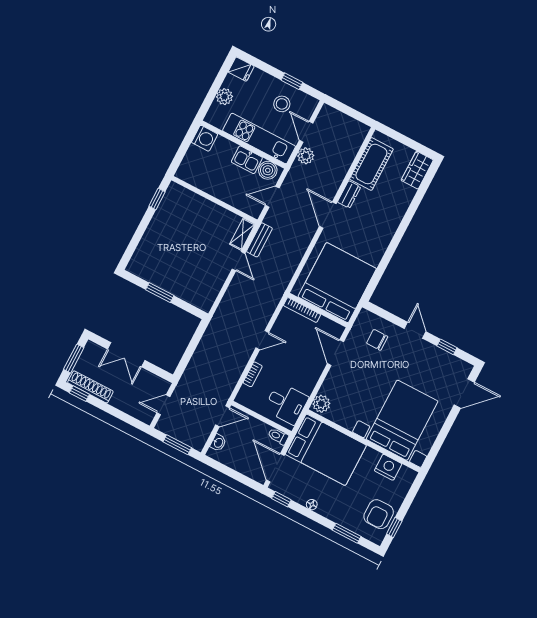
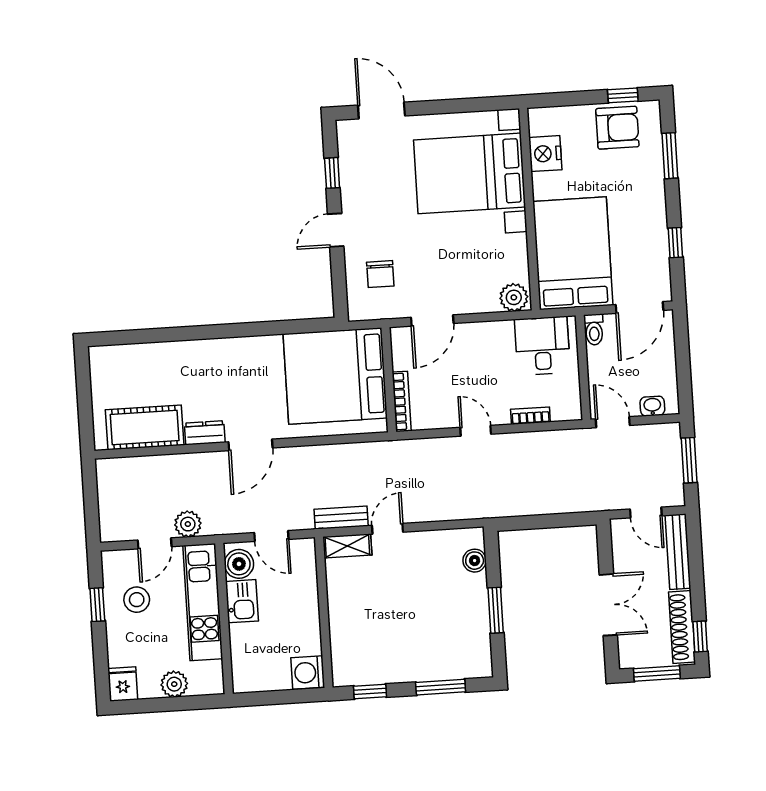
washing machine: (205, 138) -> (308, 673), moved, turned -90
wardrobe: (417, 170) -> (115, 360), removed
window: (137, 238) -> (441, 687), added
boiler: (193, 297) -> (475, 561), added
bench: (132, 409) -> (678, 552), added
window: (281, 499) -> (675, 243), moved
floor lamp: (312, 505) -> (660, 227), removed

